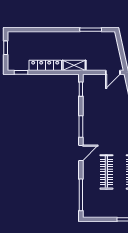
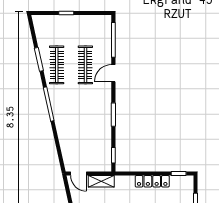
shelving: (74, 65) -> (101, 181), moved
door: (113, 72) -> (78, 174), swing flipped
door: (81, 153) -> (113, 73), moved

